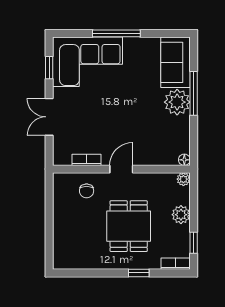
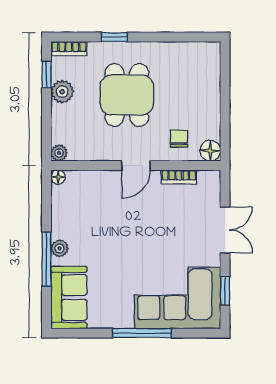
plant: (177, 102) -> (59, 248), width x0.53, depth x0.53
floor lamp: (61, 181) -> (210, 151), added
plant: (181, 215) -> (62, 92), moved

